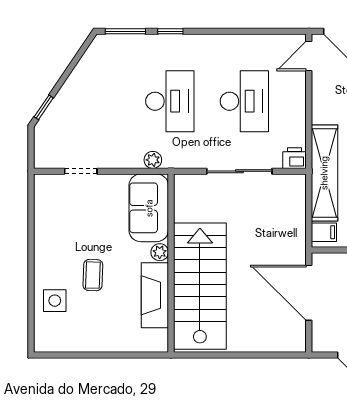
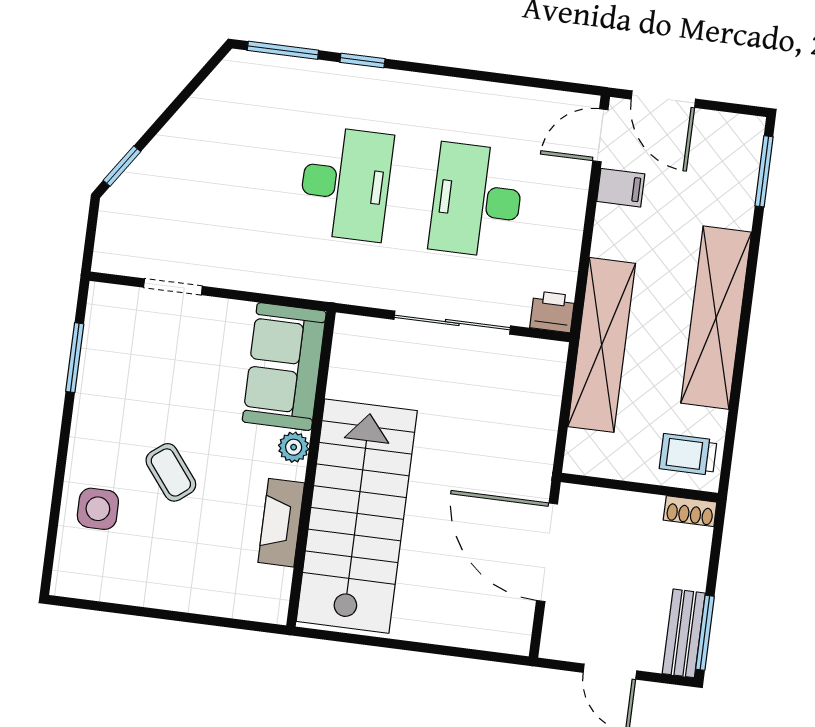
desk: (244, 101) -> (477, 200), turned 180
plant: (153, 160) -> (302, 283), removed
window: (31, 218) -> (75, 358), added
filing cabinet: (324, 232) -> (621, 188), moved
coffee table: (93, 275) -> (171, 472), turned -40
fireplace: (155, 295) -> (281, 523), width x0.73, depth x0.76

